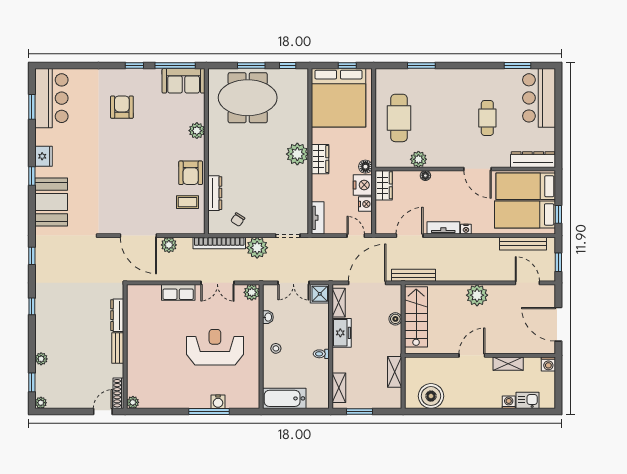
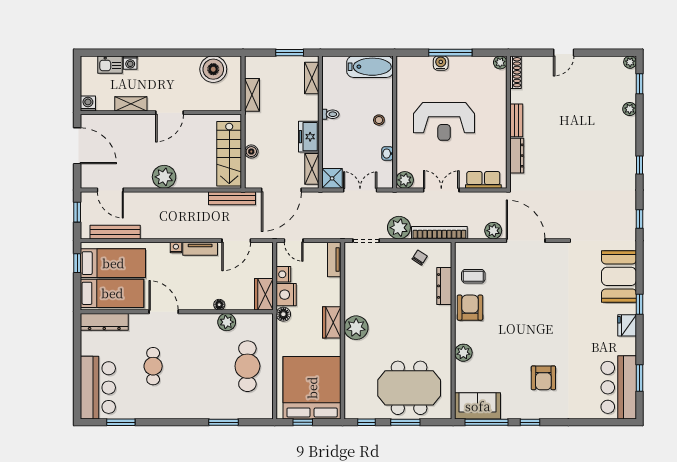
dresser: (117, 315) -> (517, 156), moved
wall: (125, 346) -> (508, 122), moved
bench: (118, 348) -> (516, 120), moved
shoe rack: (118, 393) -> (516, 72), moved
plant: (133, 402) -> (500, 62), moved

